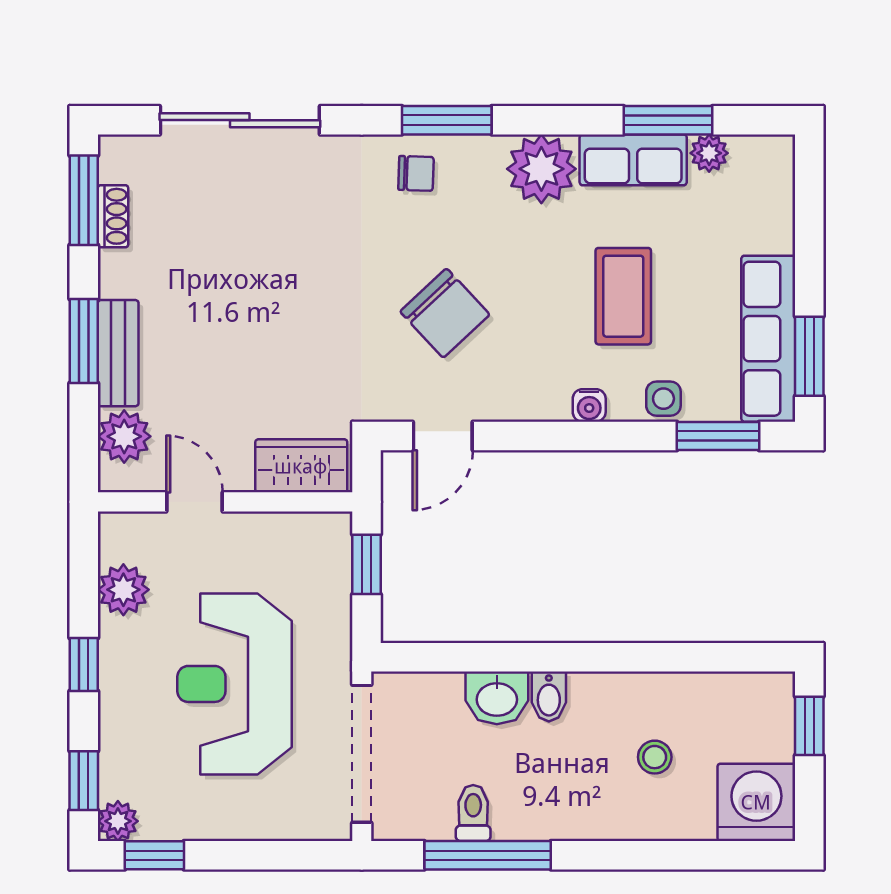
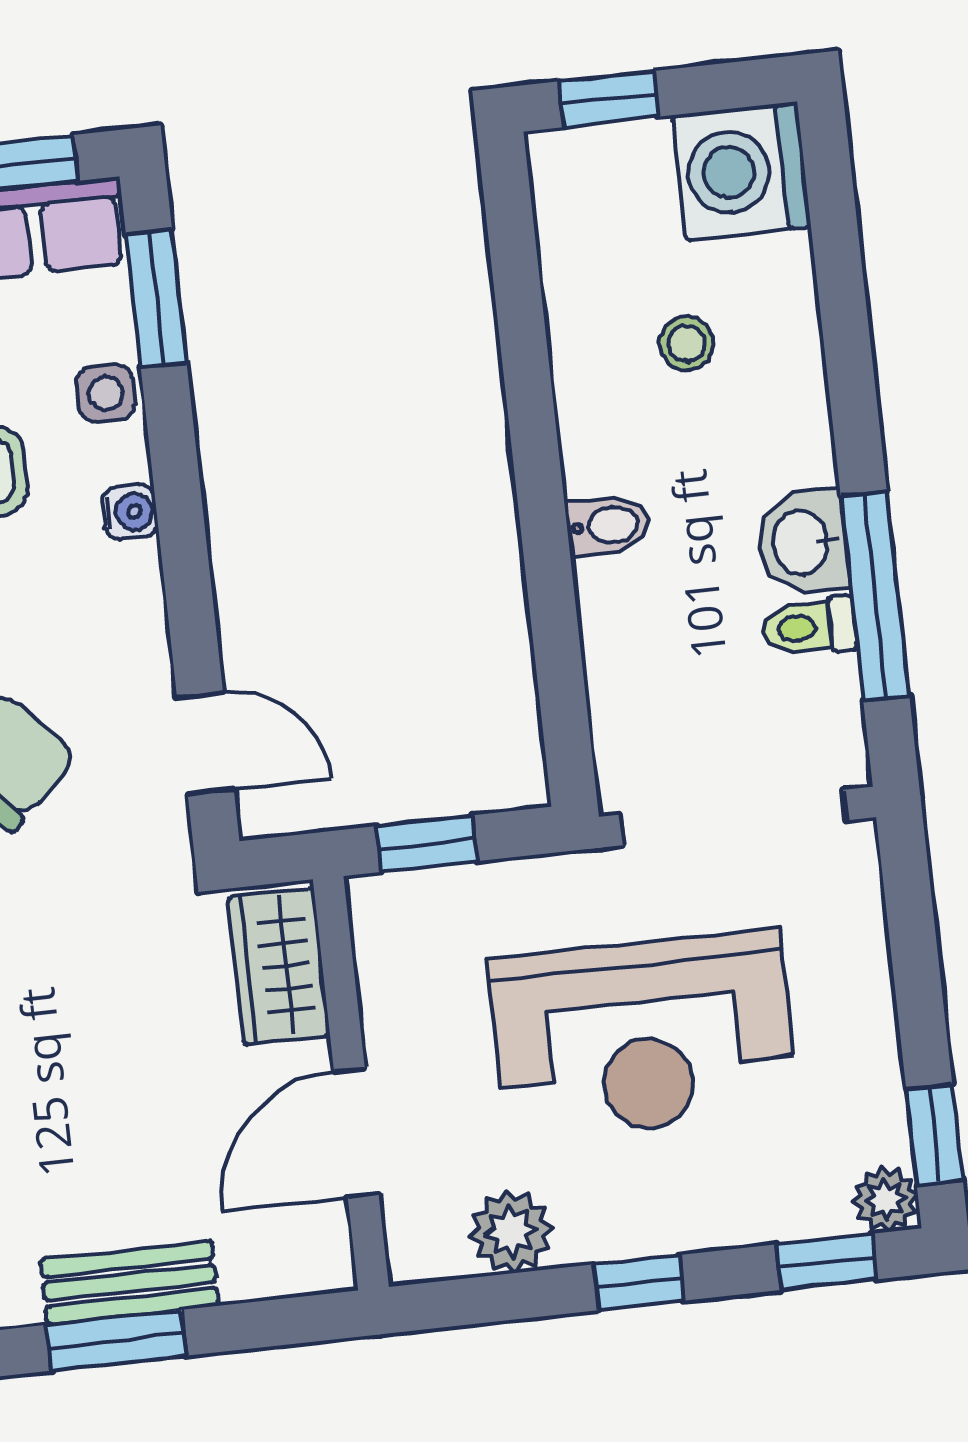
plant: (124, 436) -> (263, 1258), removed
door: (194, 502) -> (356, 1133), width x1.38
washbasin: (497, 698) -> (803, 542), moved, turned 180

